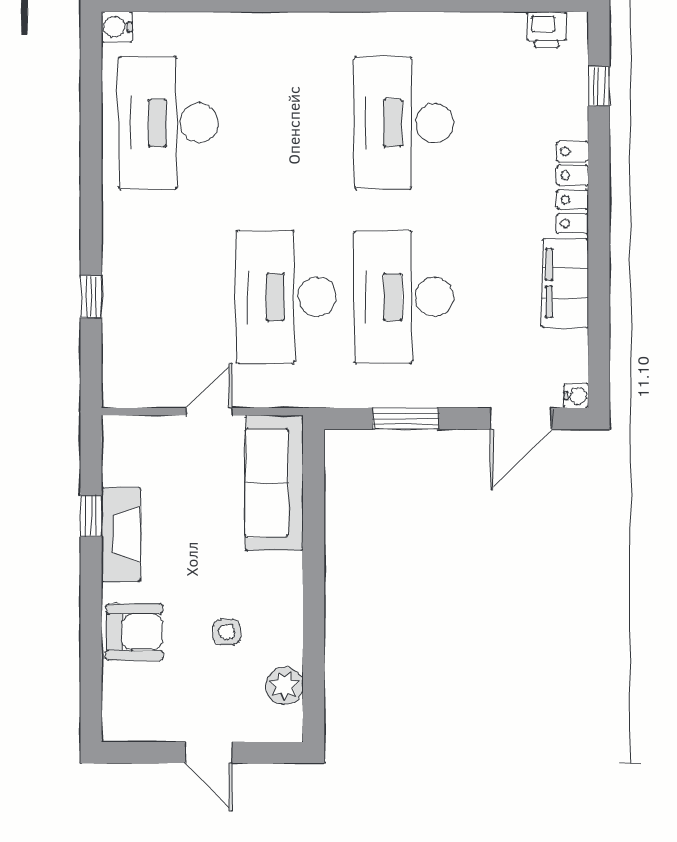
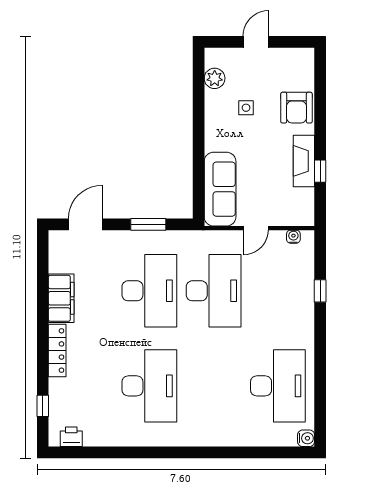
water cooler: (576, 396) -> (293, 237), moved, turned 90
armchair: (134, 632) -> (296, 108), turned -90
door: (209, 753) -> (256, 42), hinge flipped

